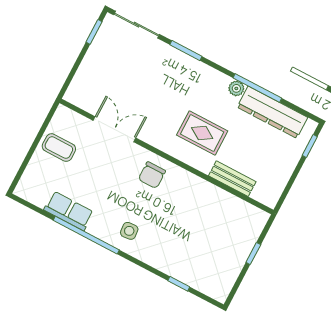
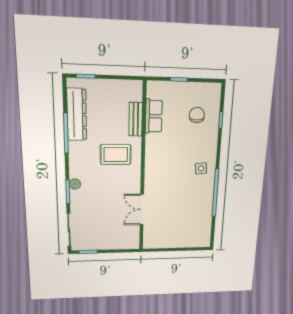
plant: (236, 88) -> (75, 184), moved
rug: (202, 133) -> (116, 154), turned 90
coffee table: (59, 148) -> (170, 235), removed
chair: (152, 175) -> (197, 115), moved, turned -90
row of seats: (69, 211) -> (154, 116), moved, turned 180

